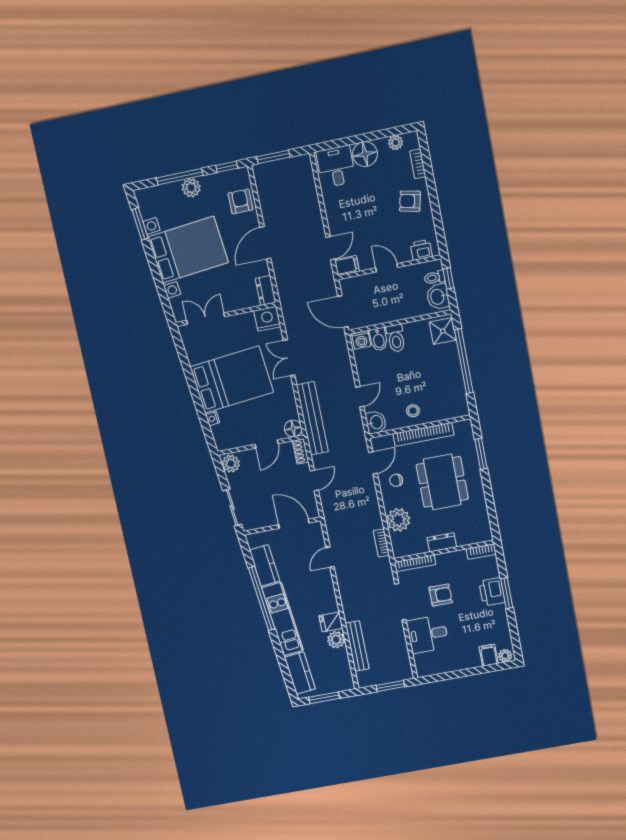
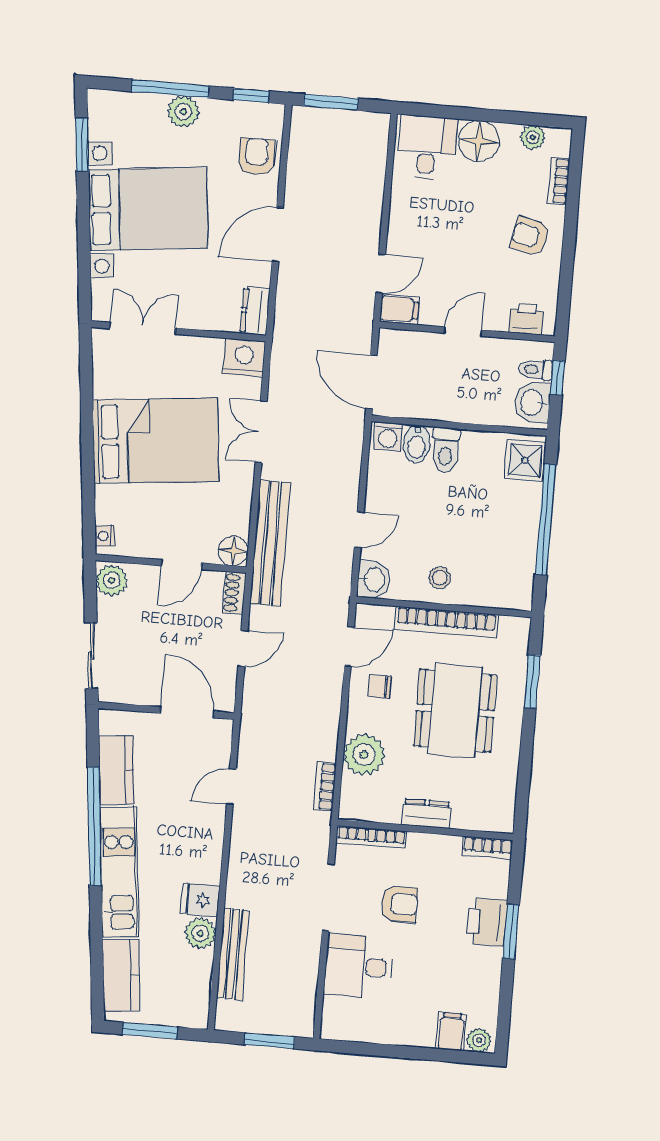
door: (387, 268) -> (463, 331), hinge flipped
nightstand: (213, 419) -> (105, 536), moved

